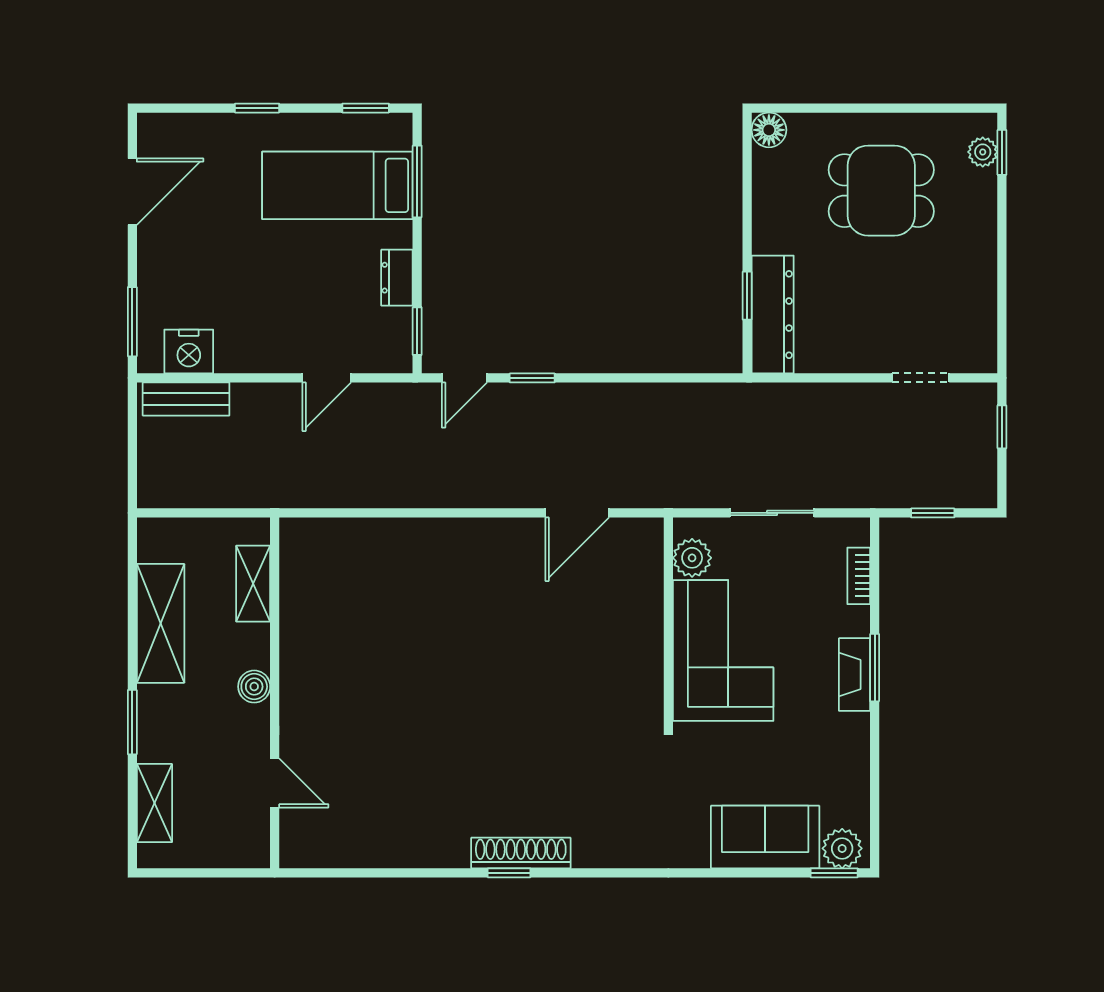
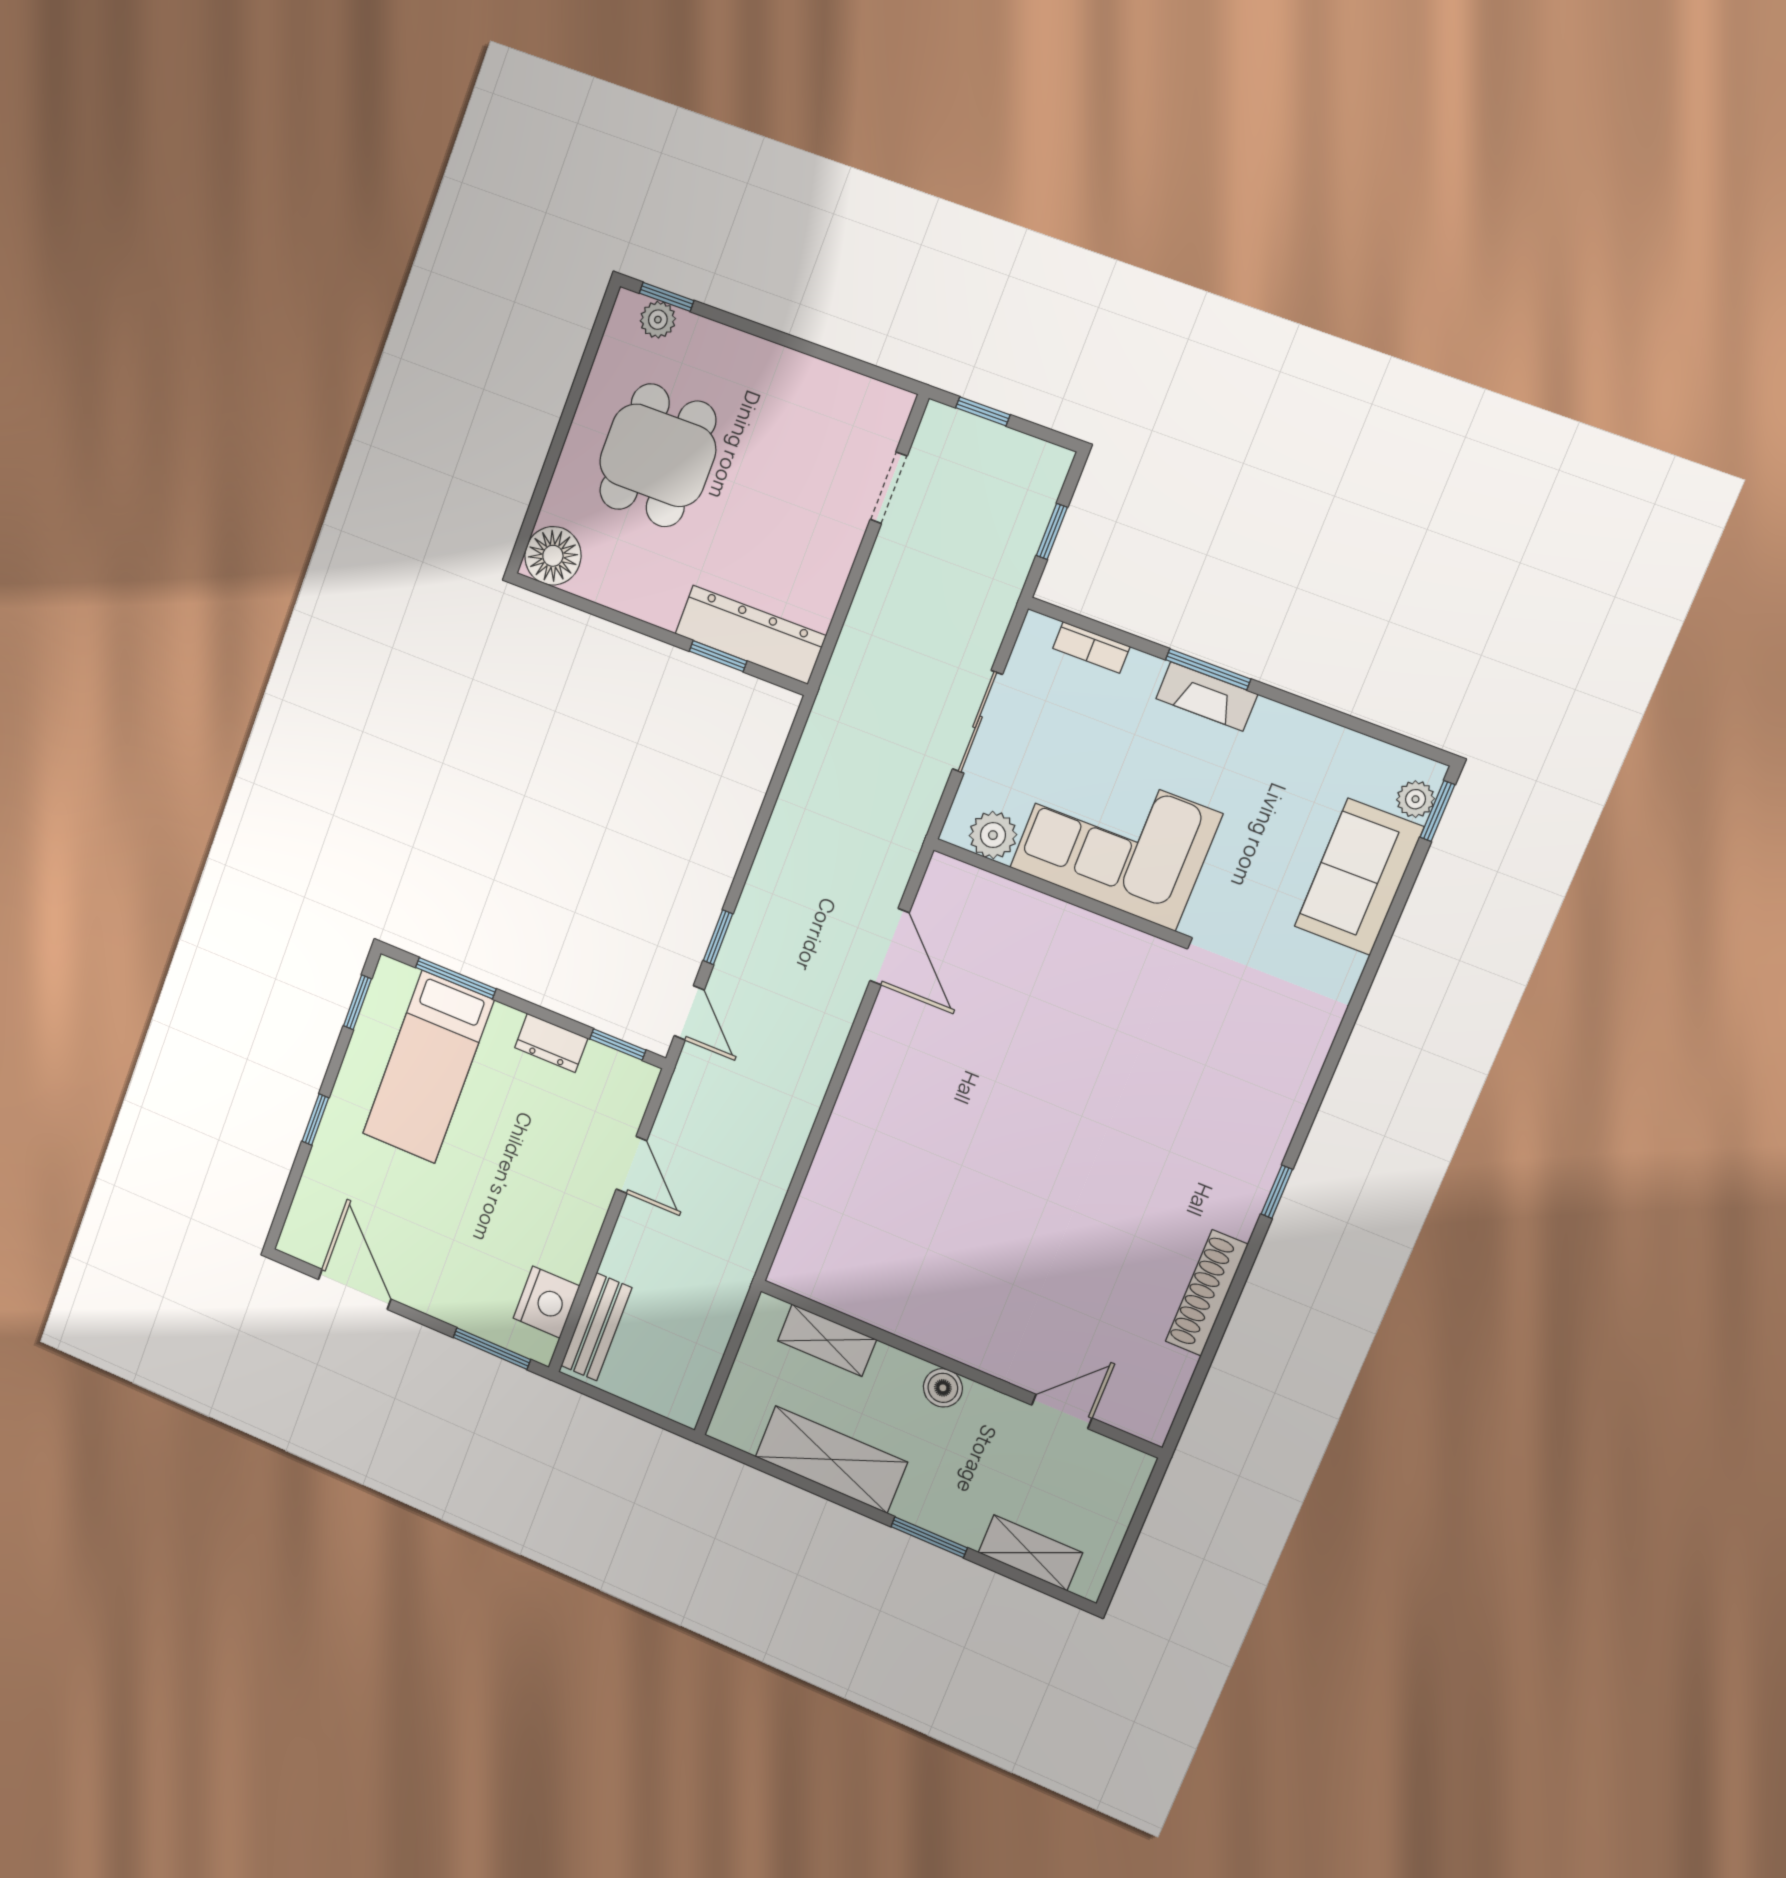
floor lamp: (769, 130) -> (553, 556), width x1.38, depth x1.38
plant: (842, 848) -> (1416, 799), width x0.73, depth x0.73
shoe rack: (521, 853) -> (1207, 1293), moved

